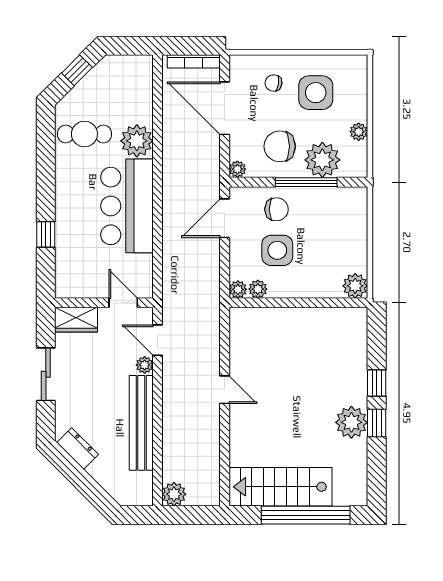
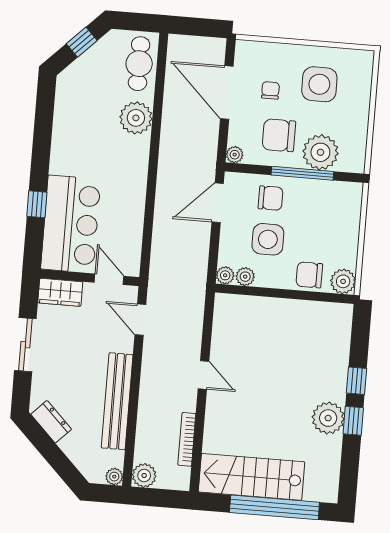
bookcase: (194, 61) -> (187, 439), moved, turned 90
chair: (274, 83) -> (270, 90), moved, turned 81
plant: (359, 132) -> (359, 127), removed
cafe table: (84, 134) -> (139, 64), moved, turned 90
bar counter: (127, 206) -> (71, 224), moved, turned 180
chair: (321, 282) -> (309, 275), added
plant: (145, 365) -> (114, 477), moved

